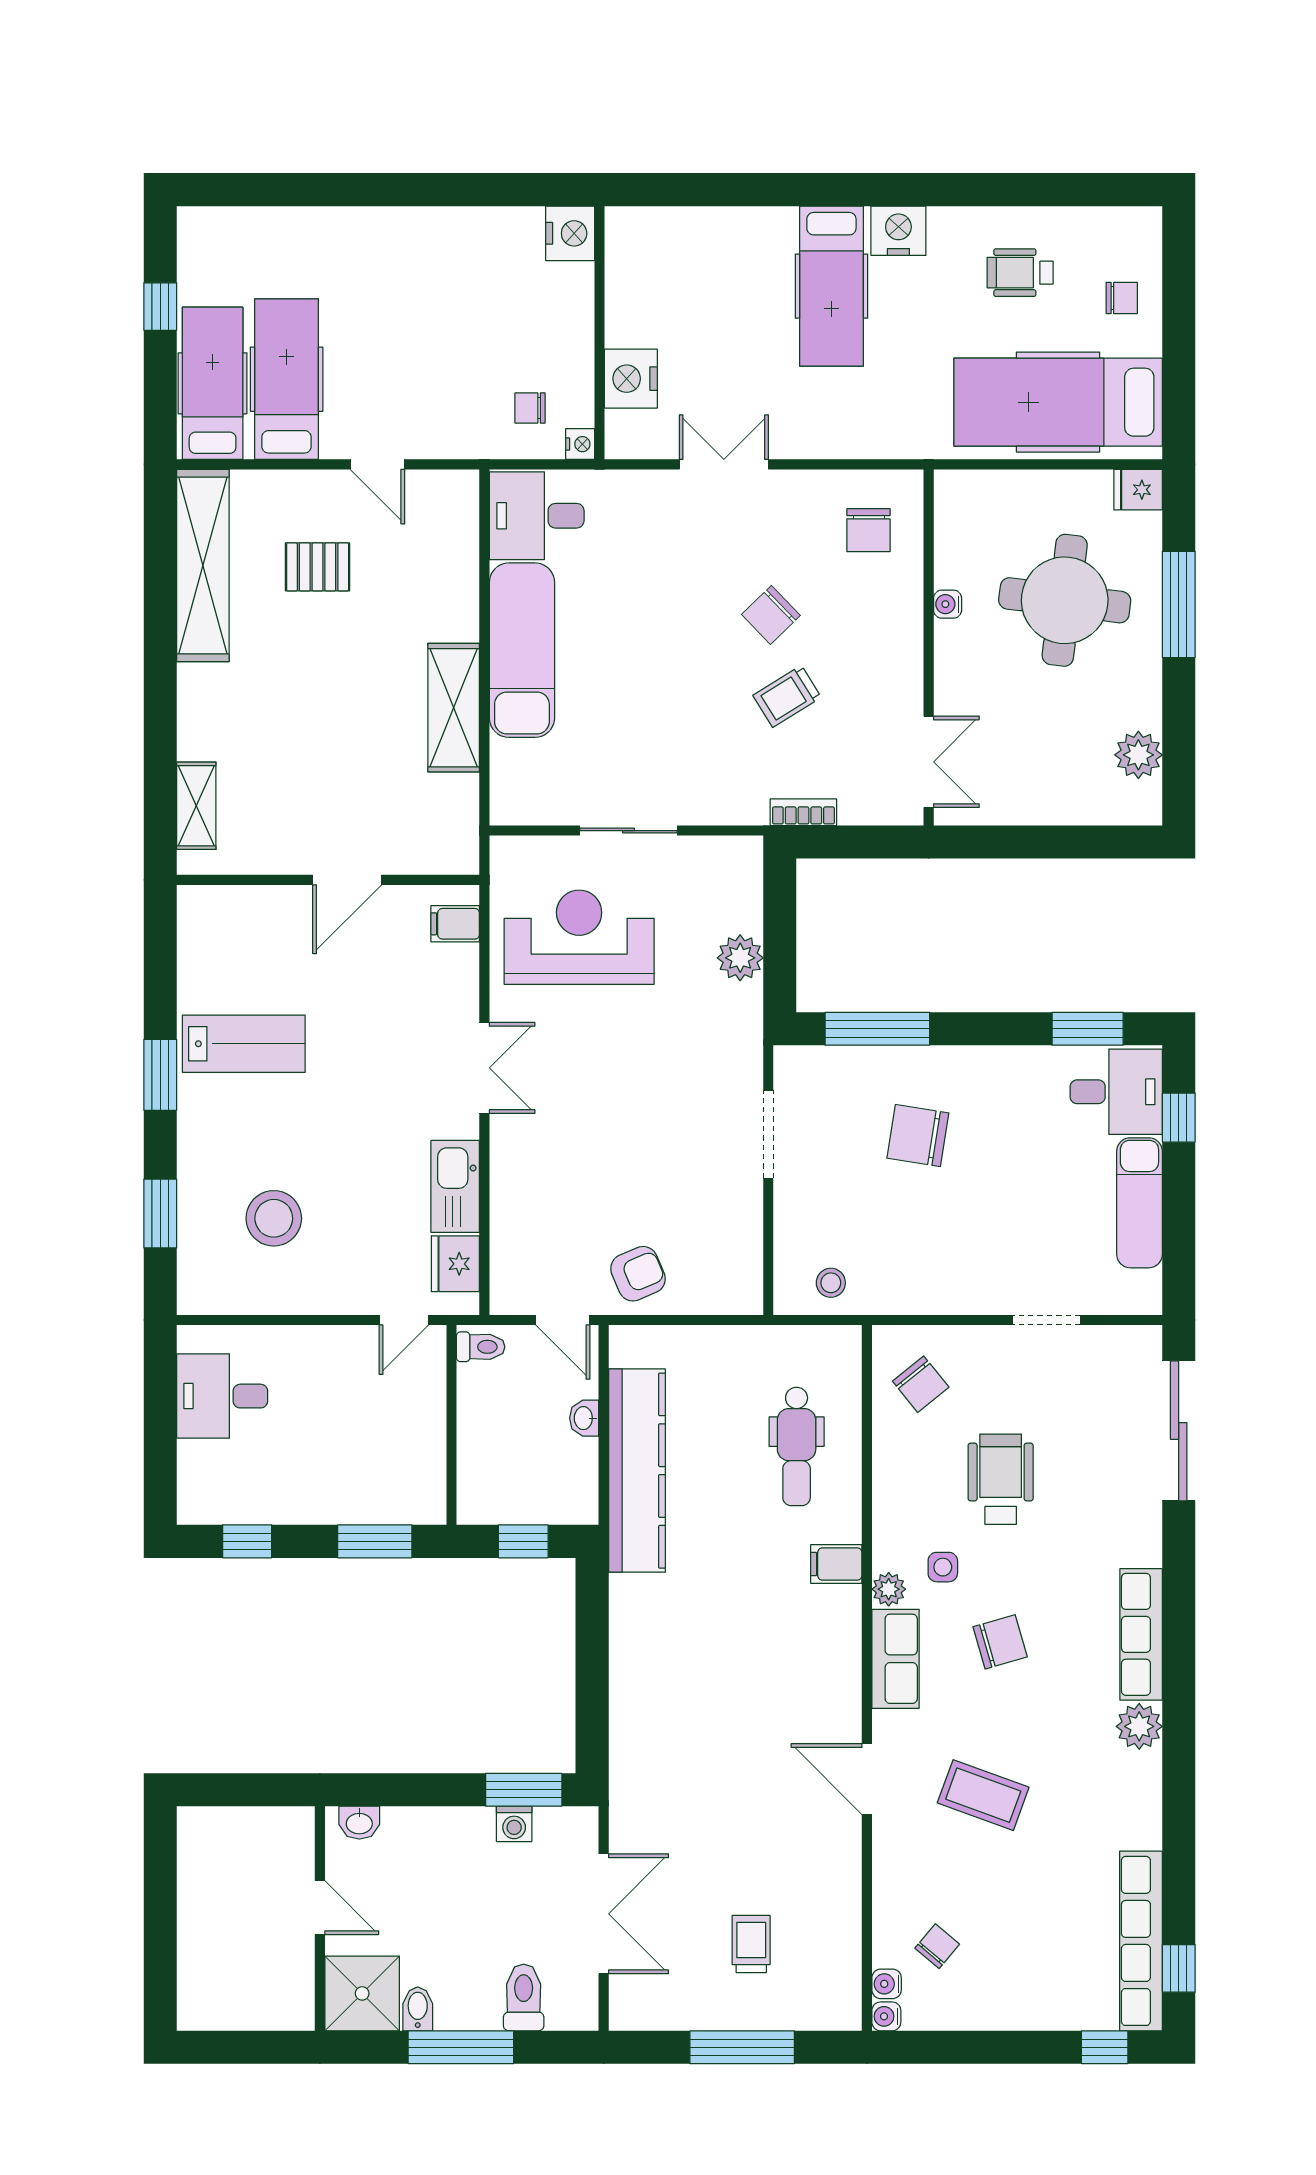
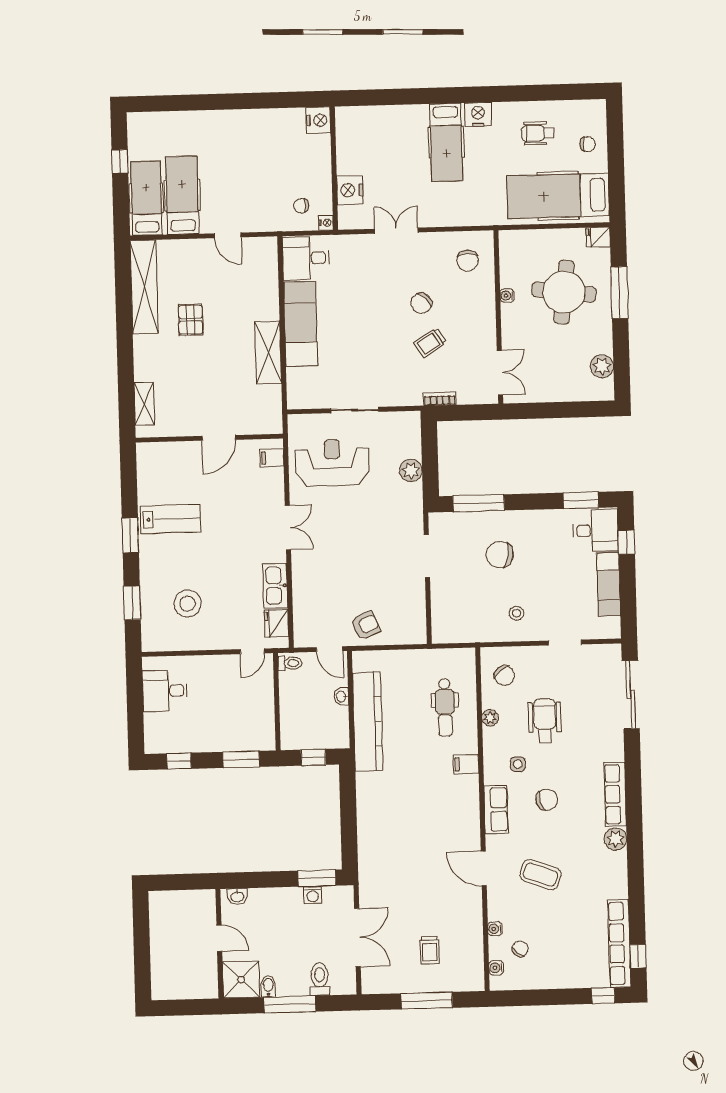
pallet: (318, 567) -> (191, 320), moved, turned 90
stool: (831, 1283) -> (517, 613), moved
plant: (889, 1589) -> (490, 718), moved
trolley: (751, 1944) -> (430, 950), turned 180
water cooler: (886, 2016) -> (495, 929), moved

